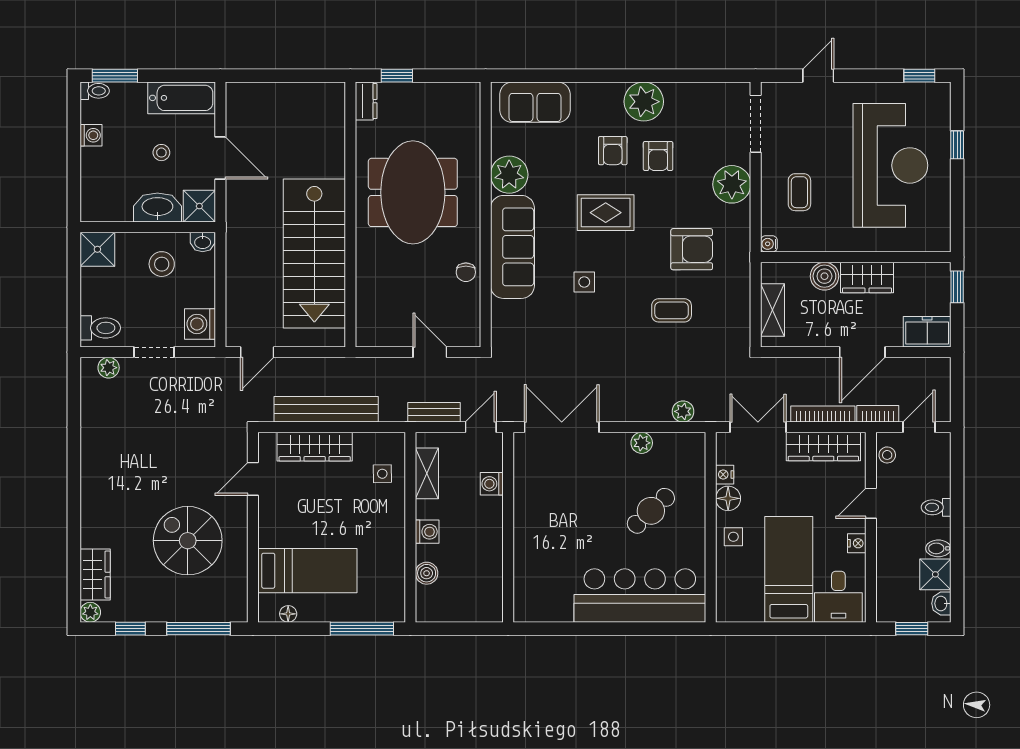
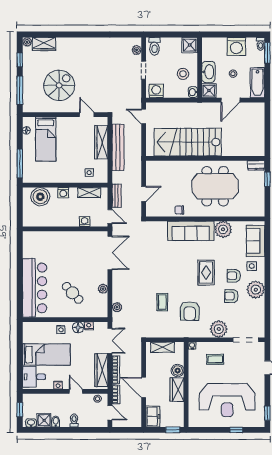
washing machine: (91, 135) -> (236, 46), width x1.89, depth x1.89
side table: (584, 282) -> (252, 266), moved
boiler: (427, 573) -> (40, 197), width x1.86, depth x1.86

